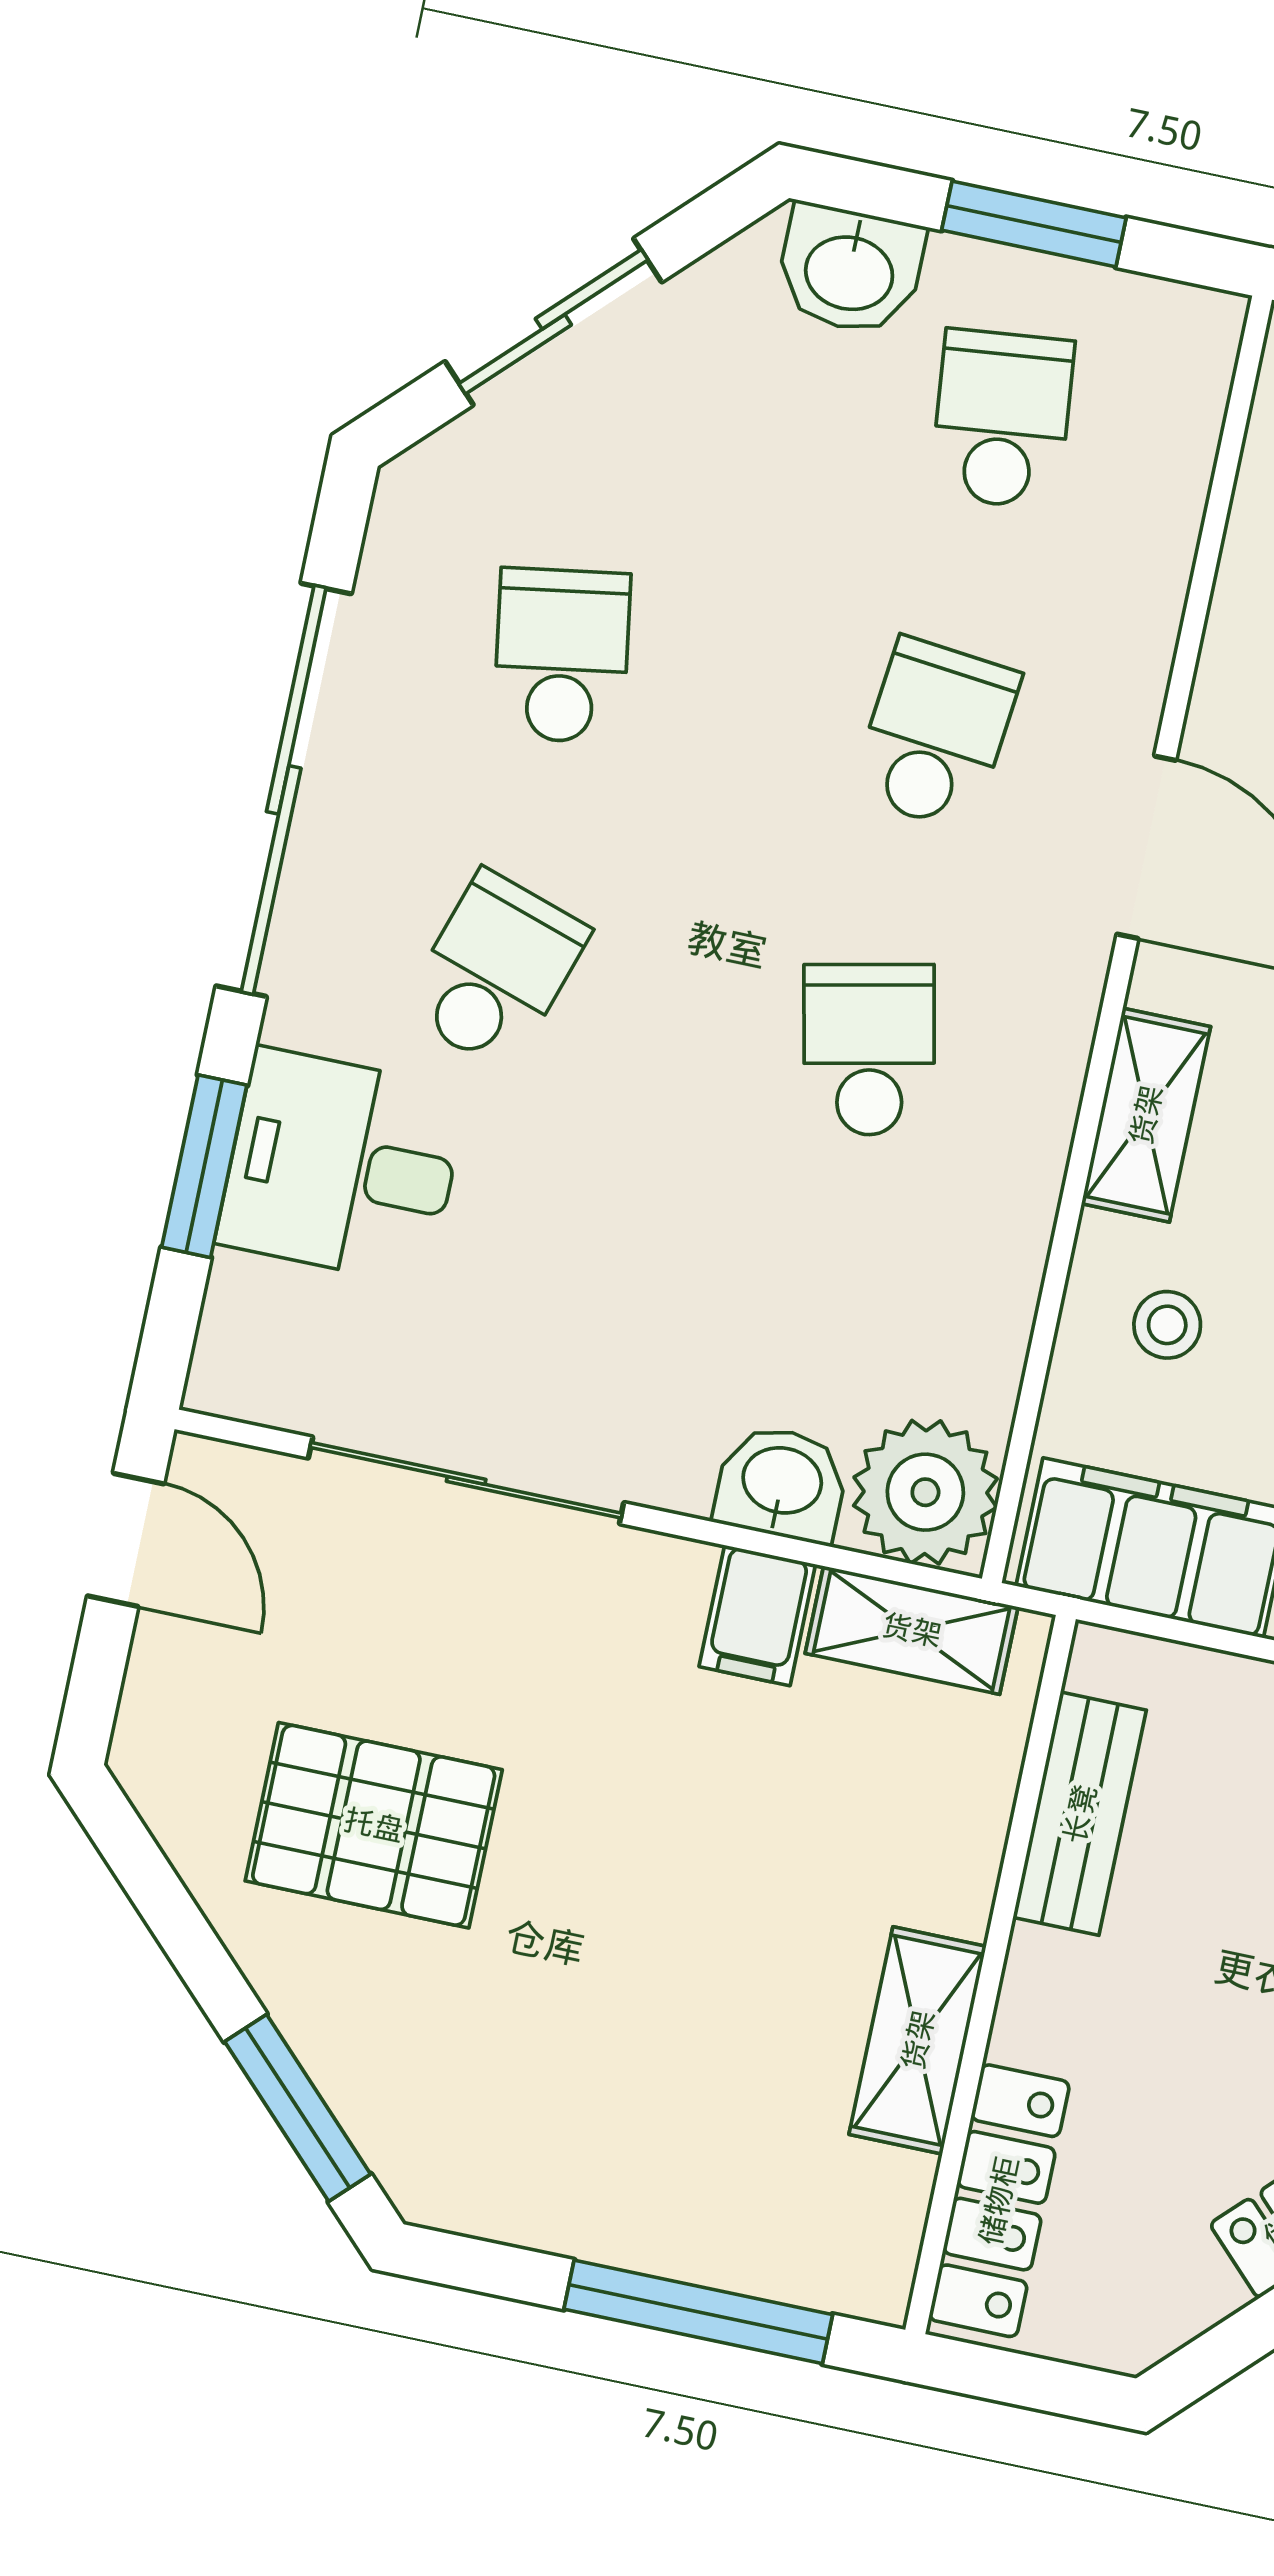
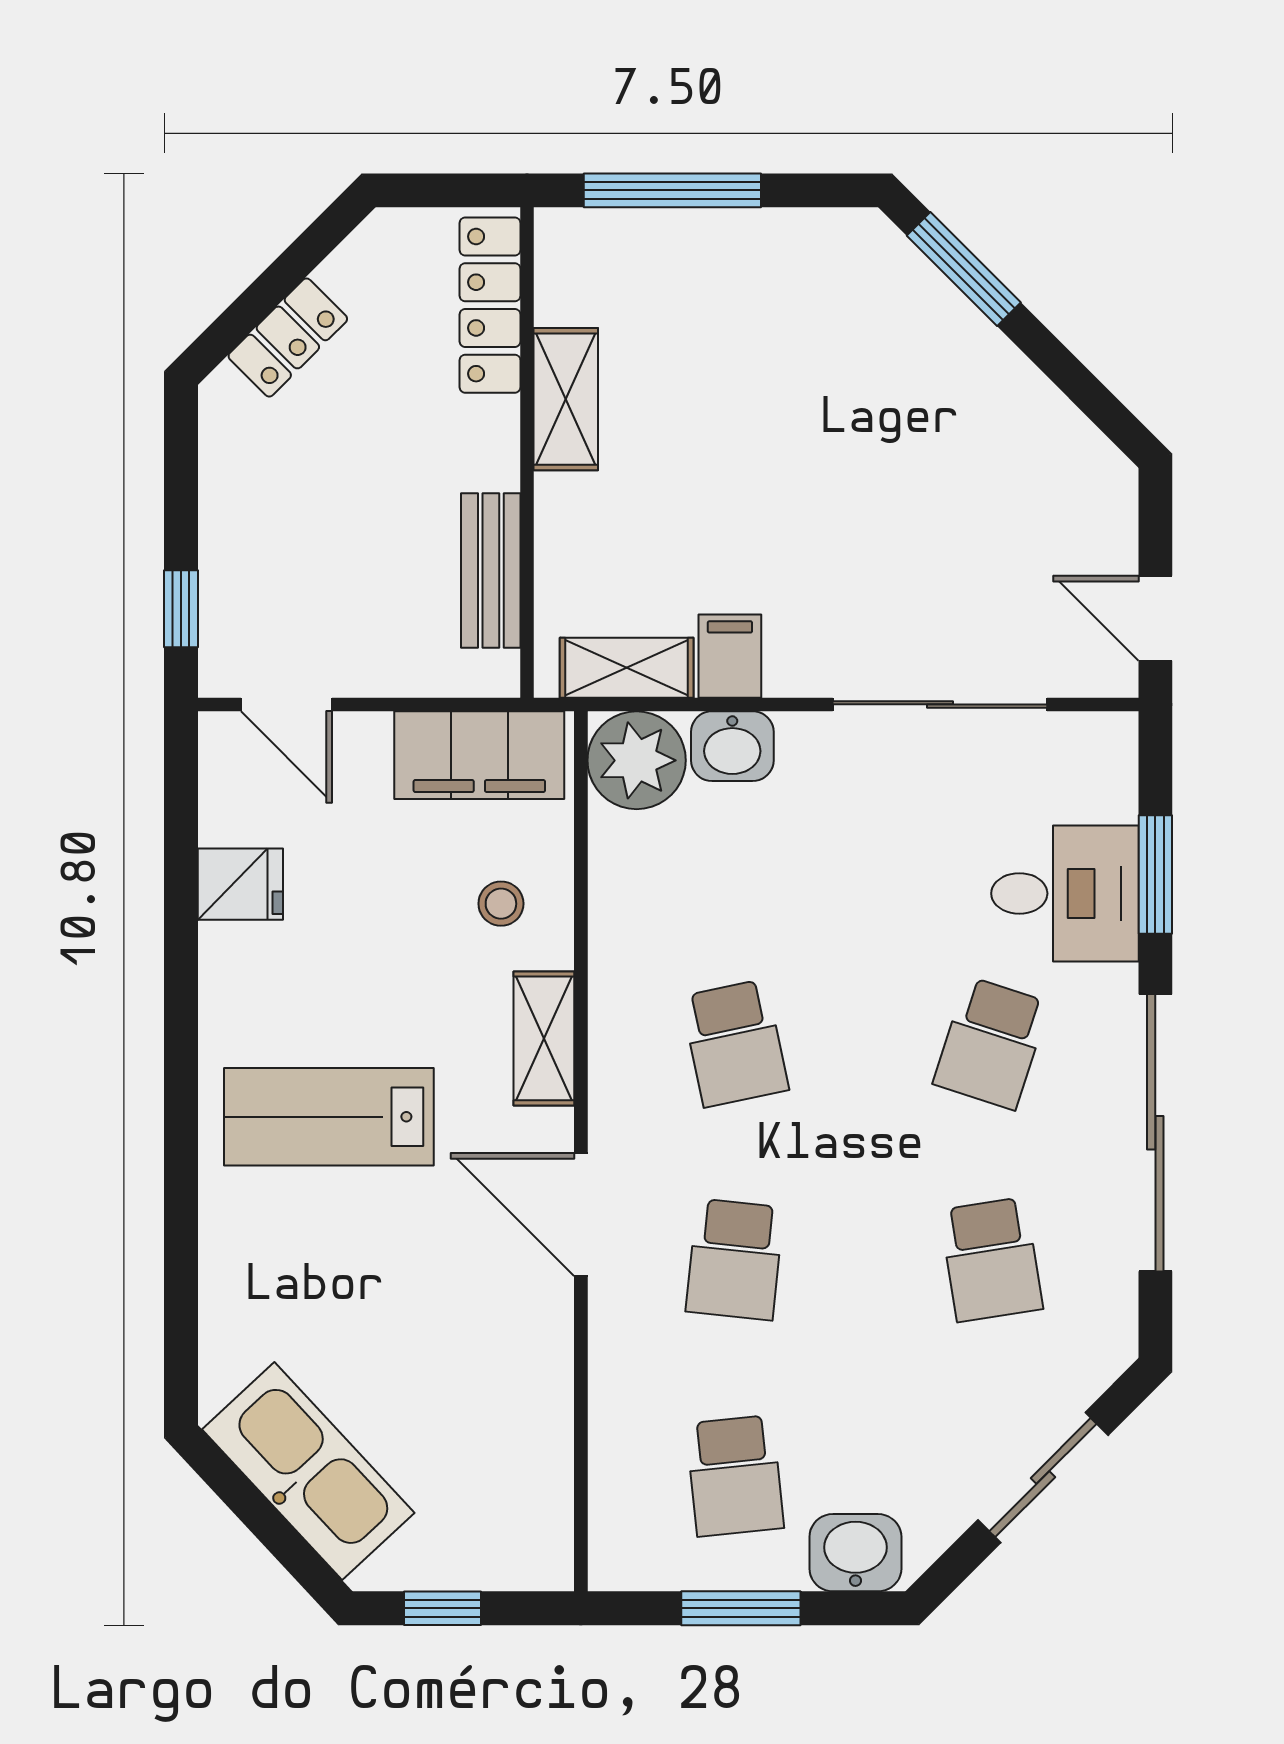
pallet: (374, 1825) -> (953, 465), removed

